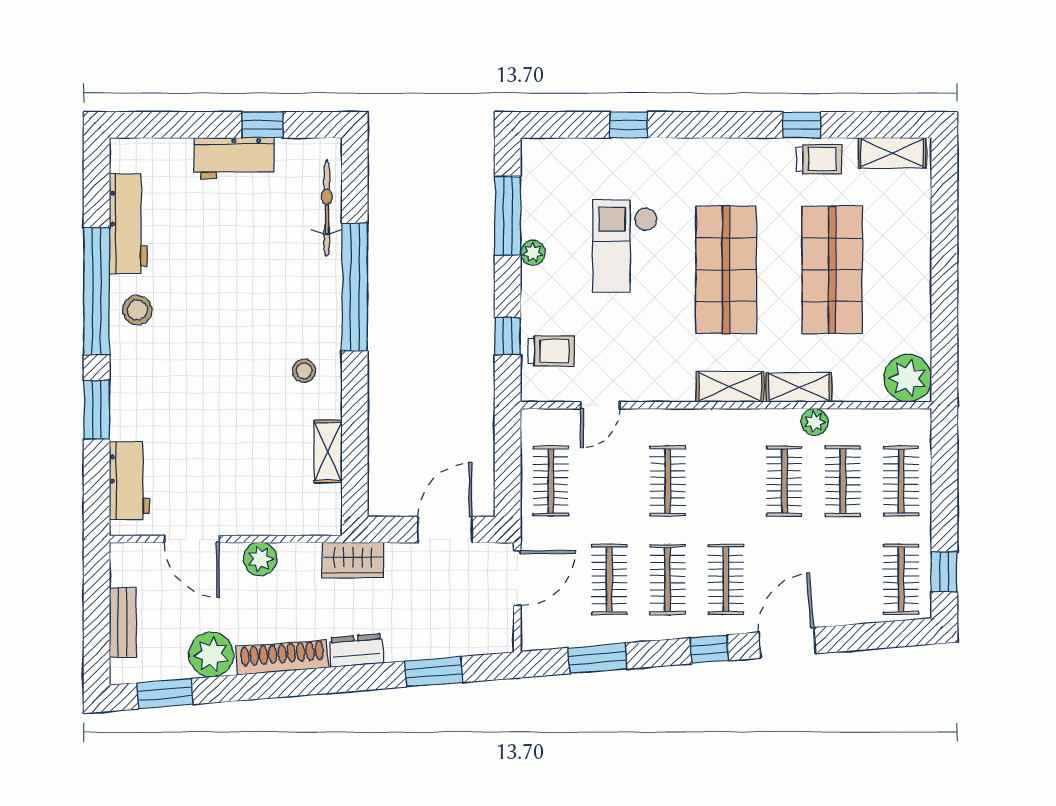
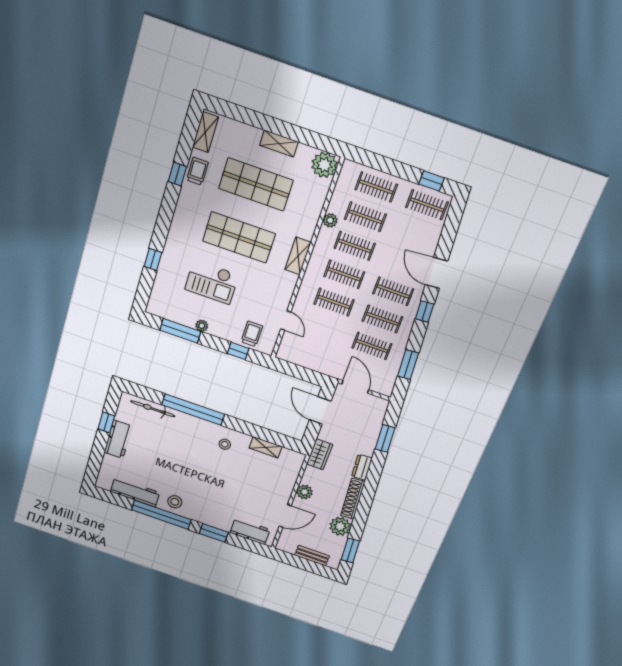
shelving: (799, 387) -> (279, 144), moved, turned 90
clothes rail: (551, 481) -> (344, 274), moved

